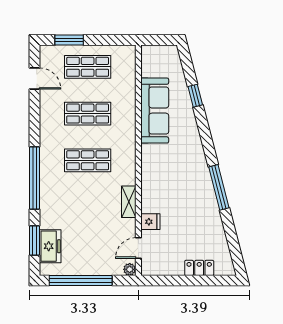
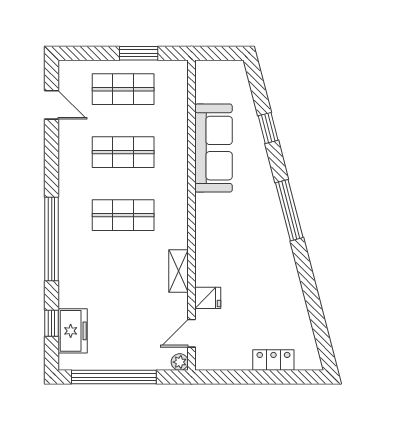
window: (69, 40) -> (139, 53), moved
window: (219, 187) -> (289, 210), moved
window: (34, 241) -> (52, 323), width x0.67

